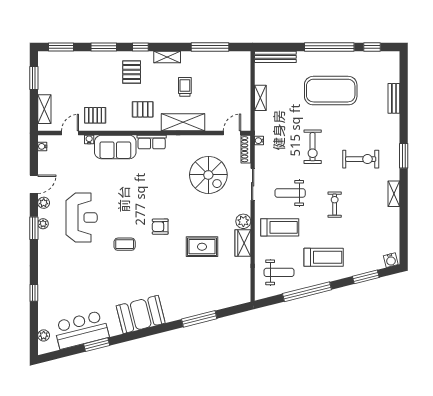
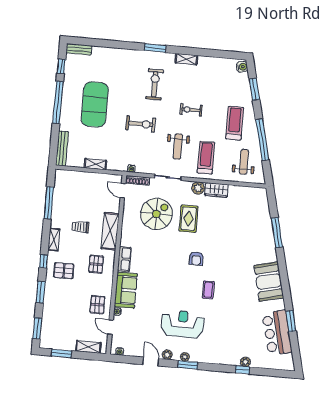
bench: (394, 98) -> (79, 49), moved
rug: (202, 247) -> (189, 219), moved
plant: (44, 335) -> (245, 362), moved

